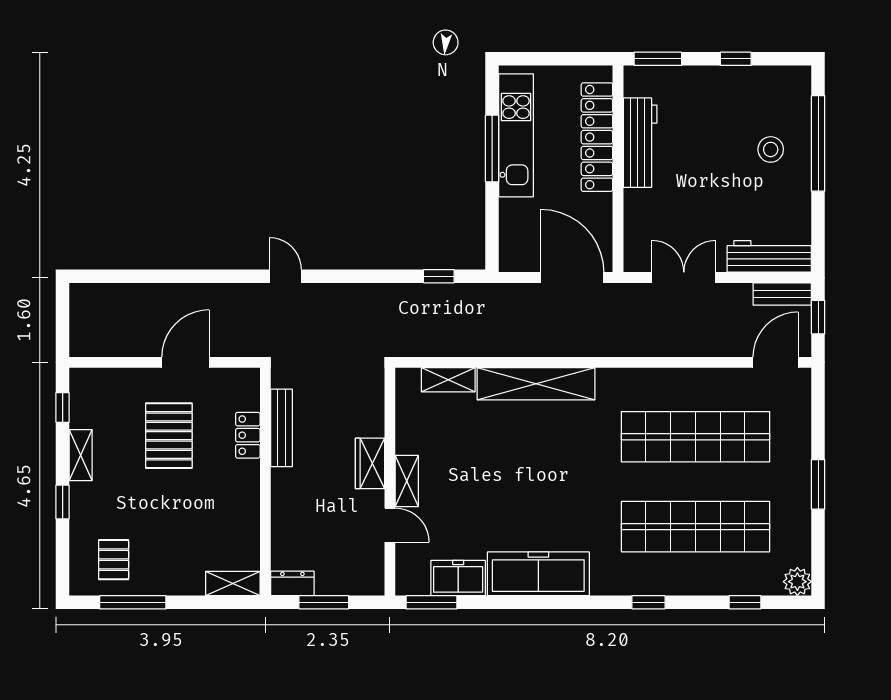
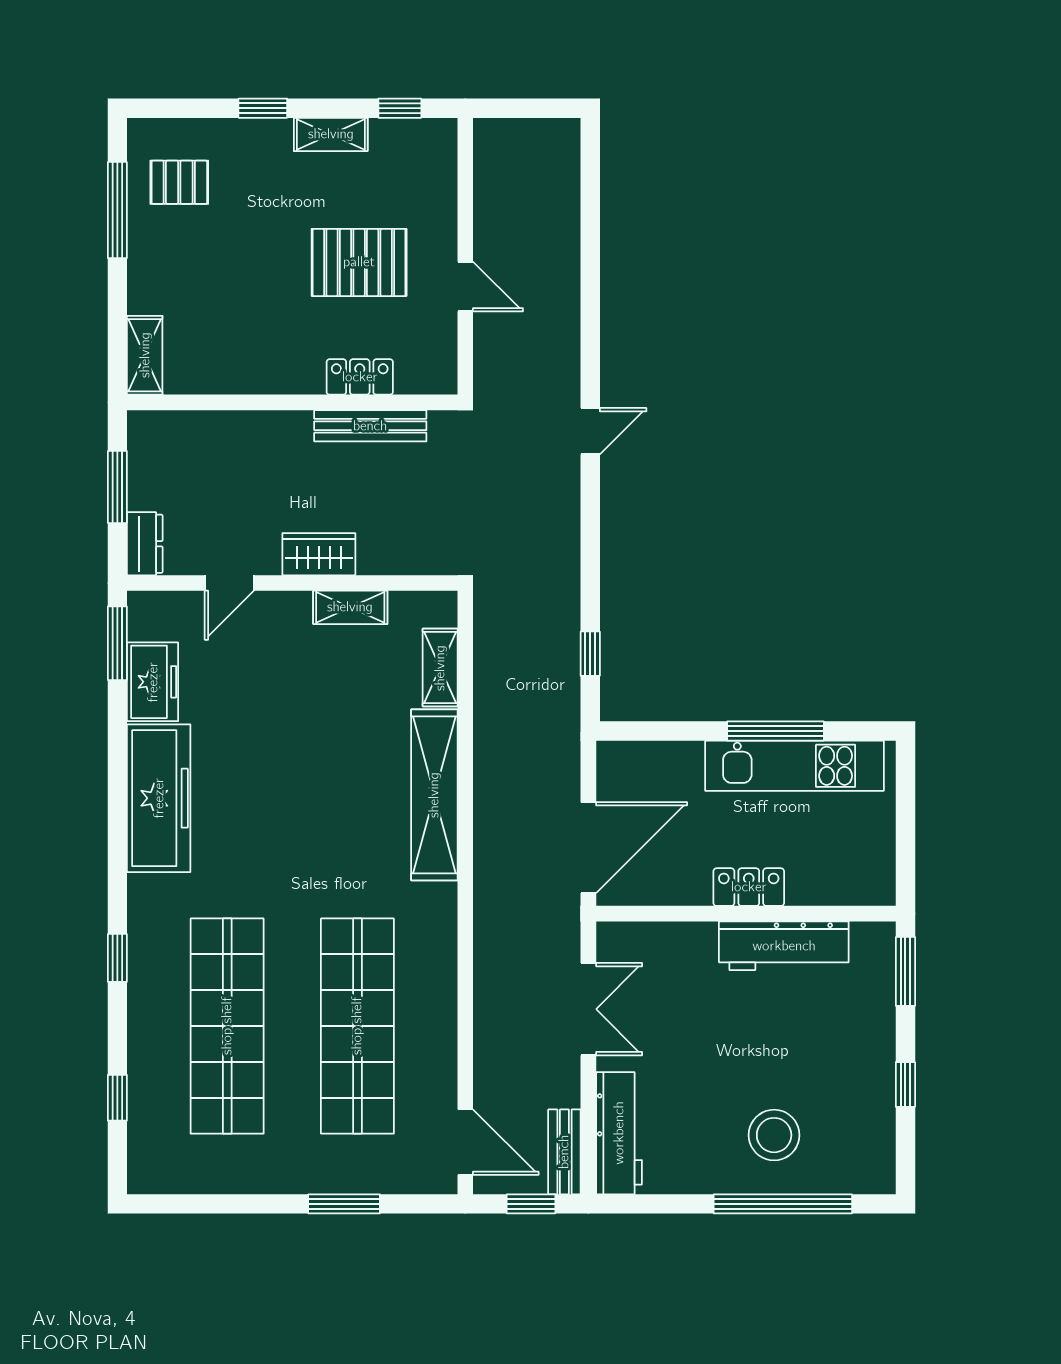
locker: (597, 137) -> (749, 887), width x0.46, depth x0.83
stool: (771, 149) -> (774, 1135), width x1.38, depth x1.38
door: (185, 362) -> (465, 287), width x0.73
shelving: (407, 481) -> (350, 607), moved
window: (818, 484) -> (344, 1204), moved
plant: (797, 582) -> (147, 1174), removed
dresser: (292, 583) -> (145, 544), moved

